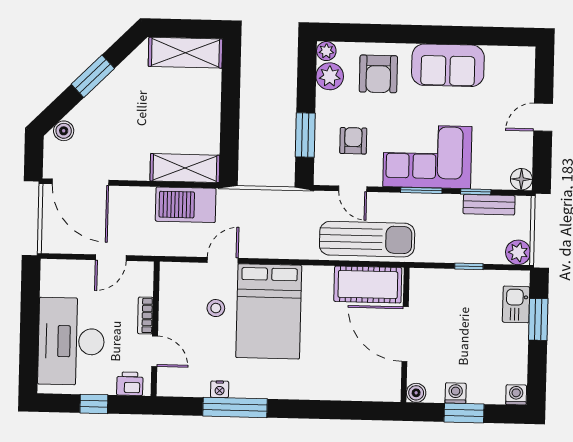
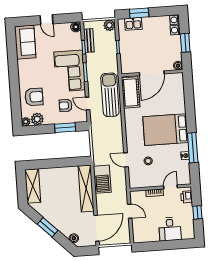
sofa: (448, 65) -> (25, 42), moved
shelving: (185, 168) -> (86, 189), width x1.47
door: (353, 189) -> (88, 104), swing flipped
bed: (269, 311) -> (165, 130), moved, turned 180
desk: (71, 341) -> (170, 229), width x0.53, depth x0.77
washing machine: (456, 393) -> (175, 30), moved

